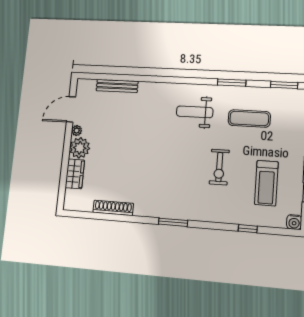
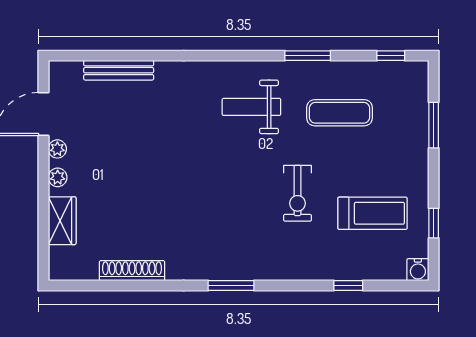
window: (284, 85) -> (391, 56), width x0.67
plant: (80, 148) -> (58, 177), width x0.53, depth x0.53
treadmill: (266, 183) -> (372, 213), turned -90

